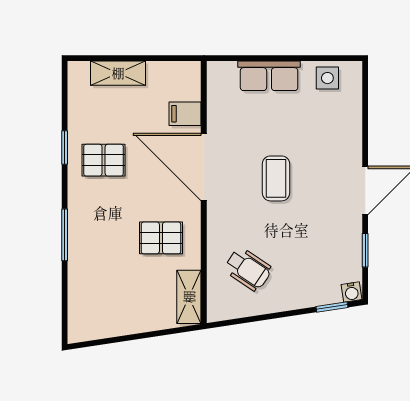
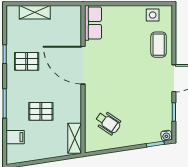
row of seats: (269, 76) -> (93, 23), moved, turned -90
filing cabinet: (185, 114) -> (15, 137), moved, turned 180
coffee table: (276, 178) -> (159, 45), moved
pallet: (161, 238) -> (41, 111), moved

